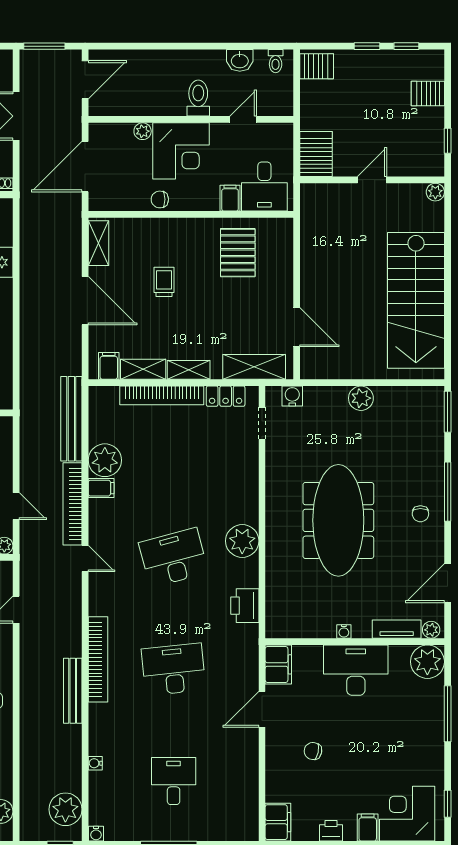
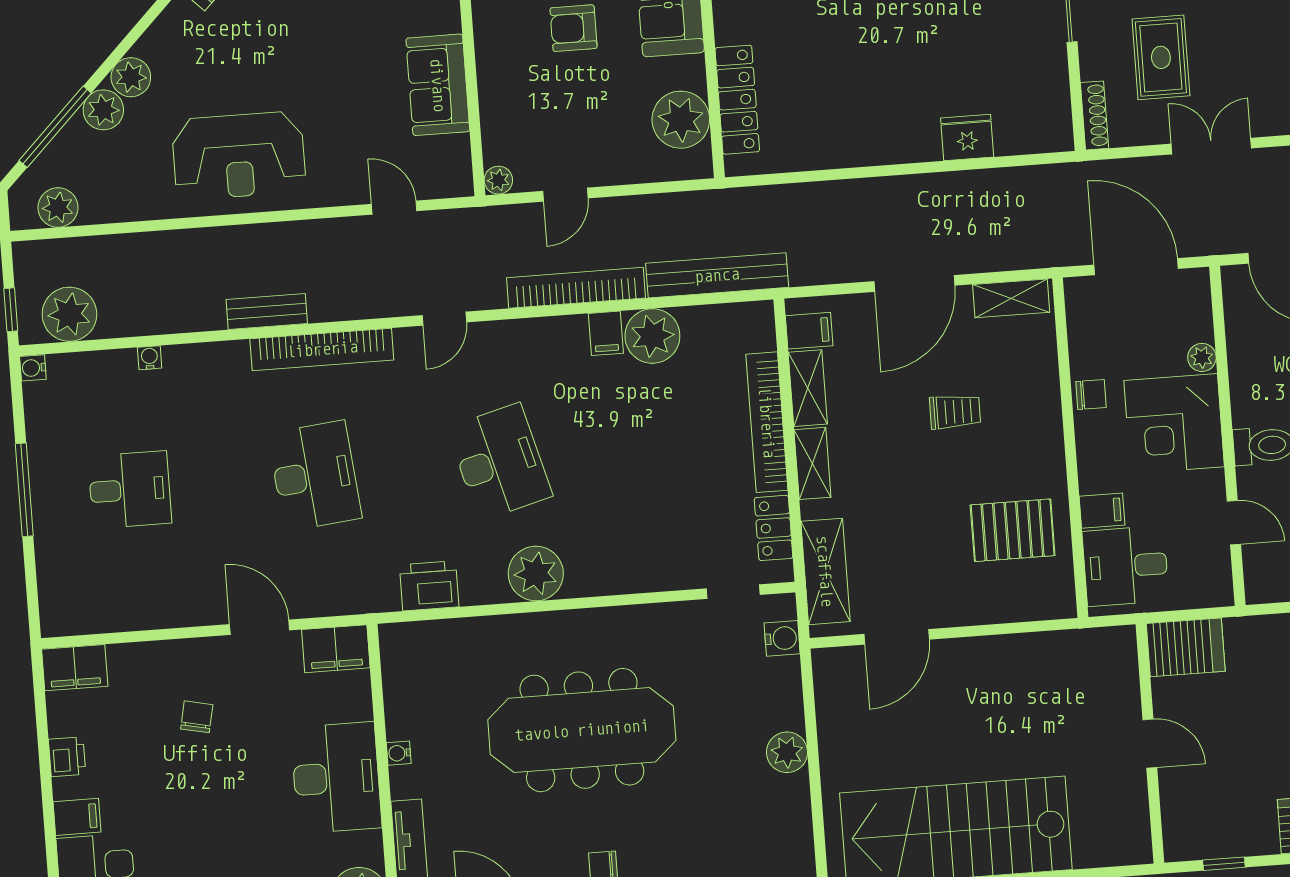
plant: (435, 192) -> (1138, 850), removed
chair: (160, 199) -> (1091, 395), turned 90
door: (85, 559) -> (444, 319), moved
bench: (73, 691) -> (267, 312), width x0.73

